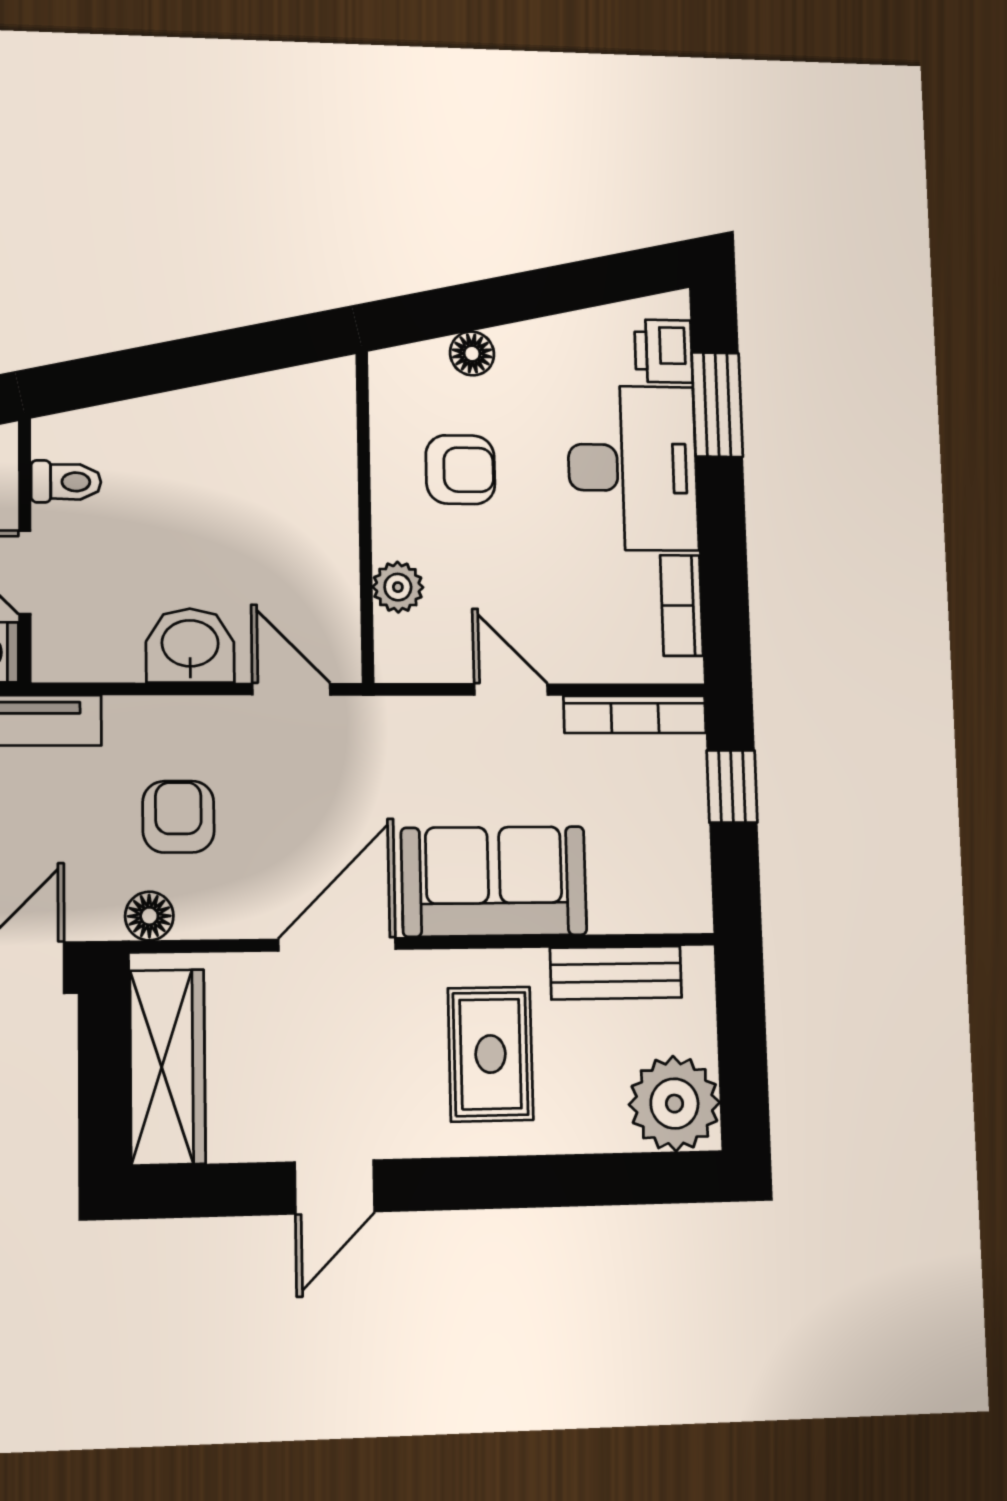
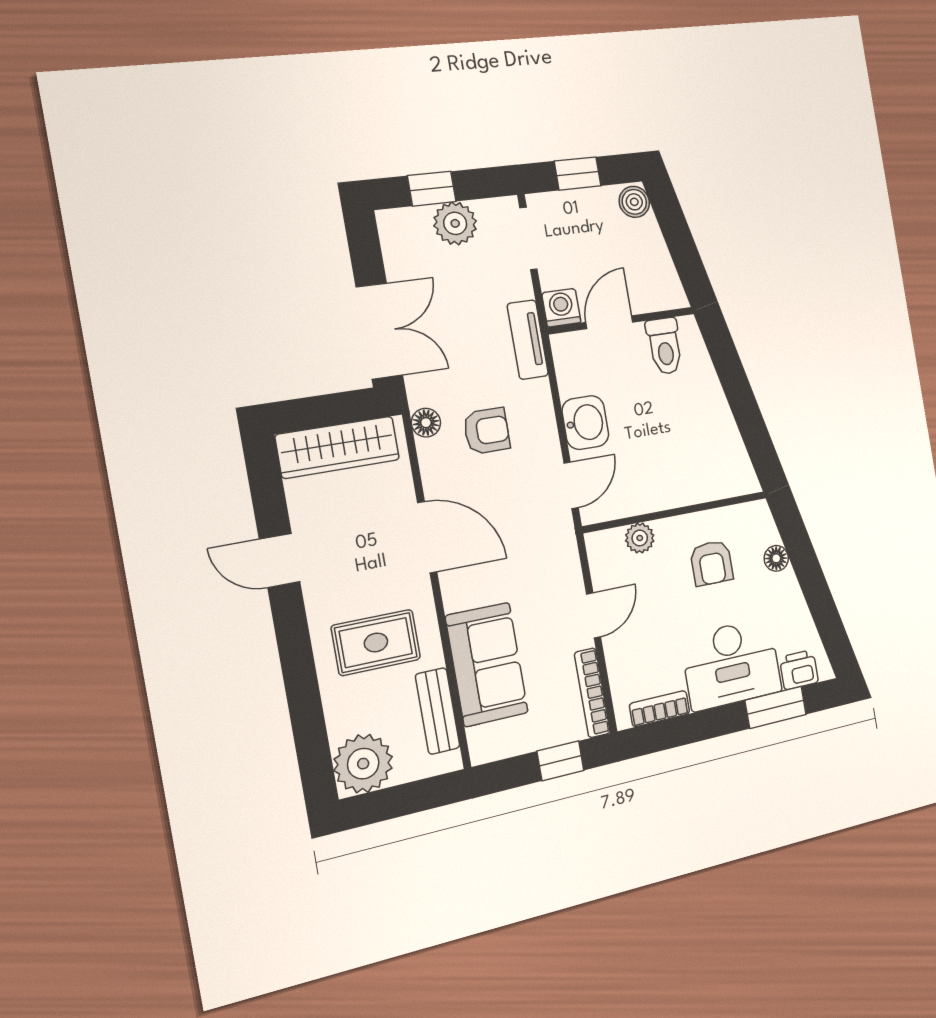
toilet: (66, 482) -> (665, 346), width x1.37, depth x1.39
sofa: (494, 881) -> (487, 664), moved

